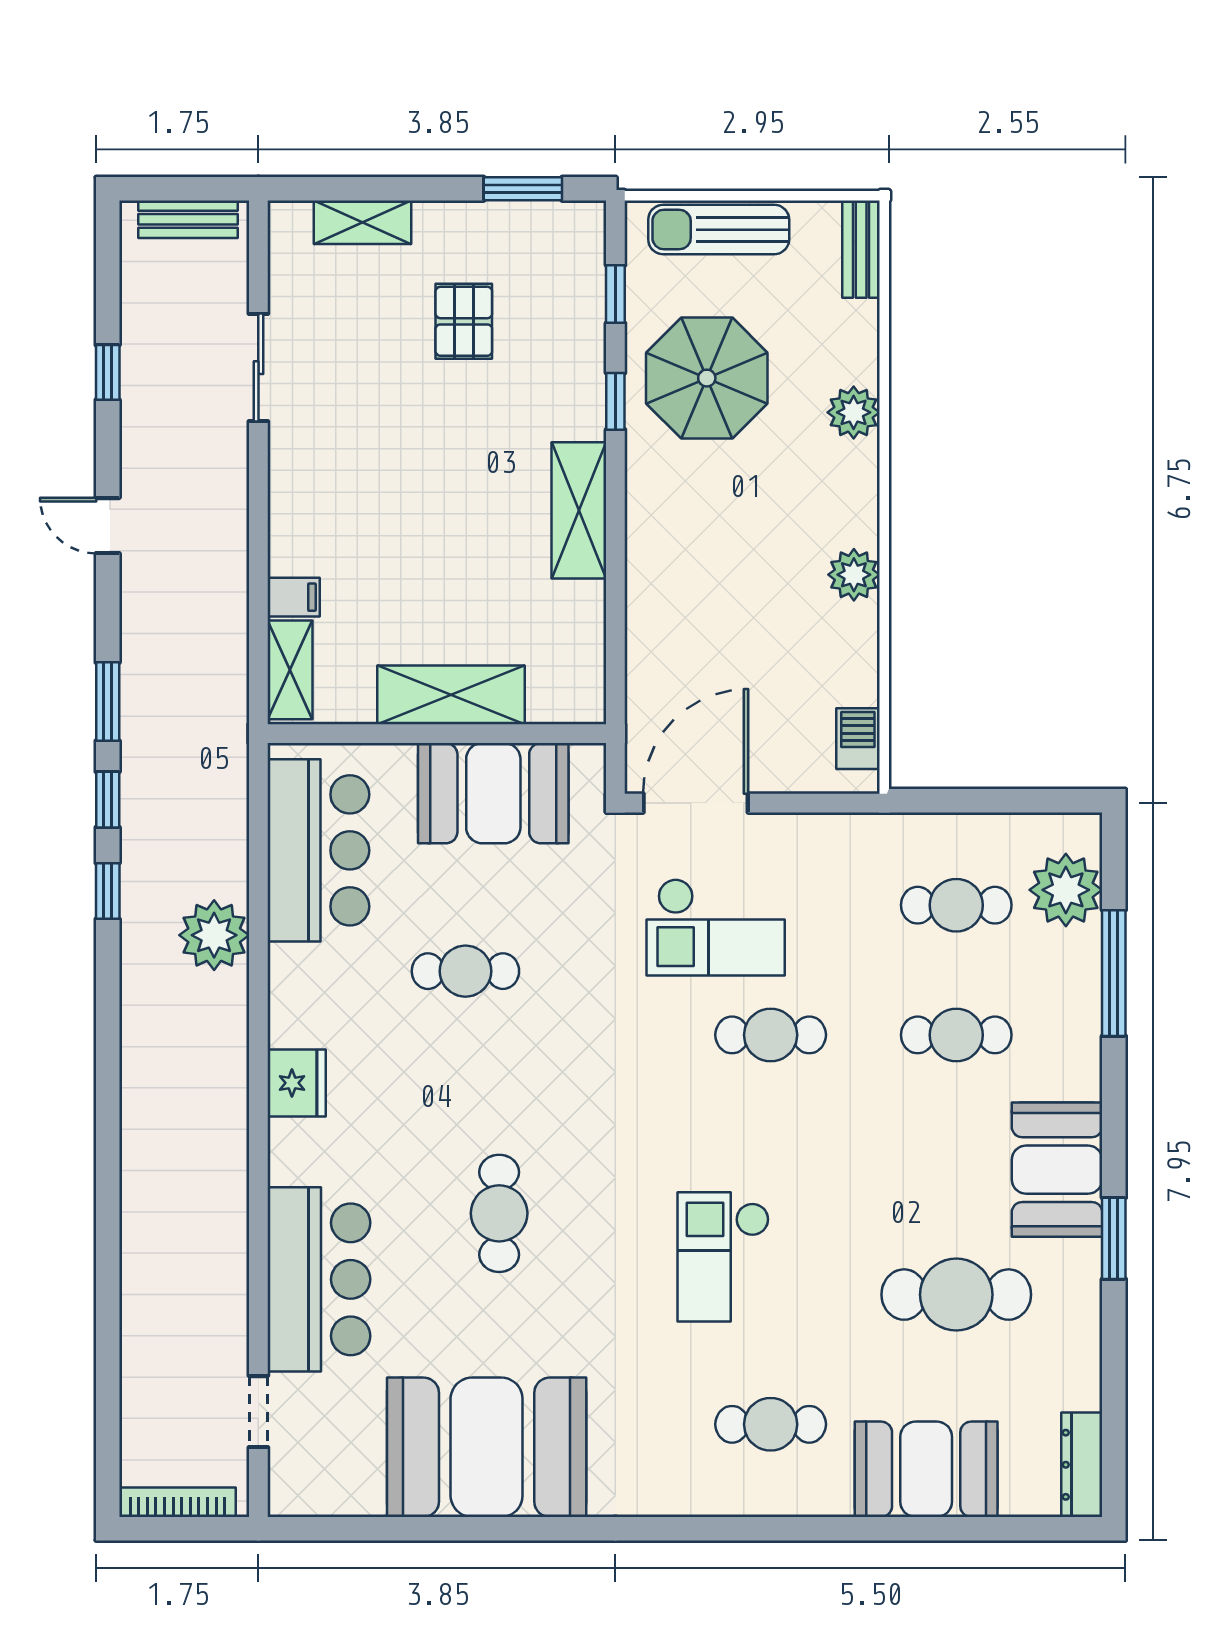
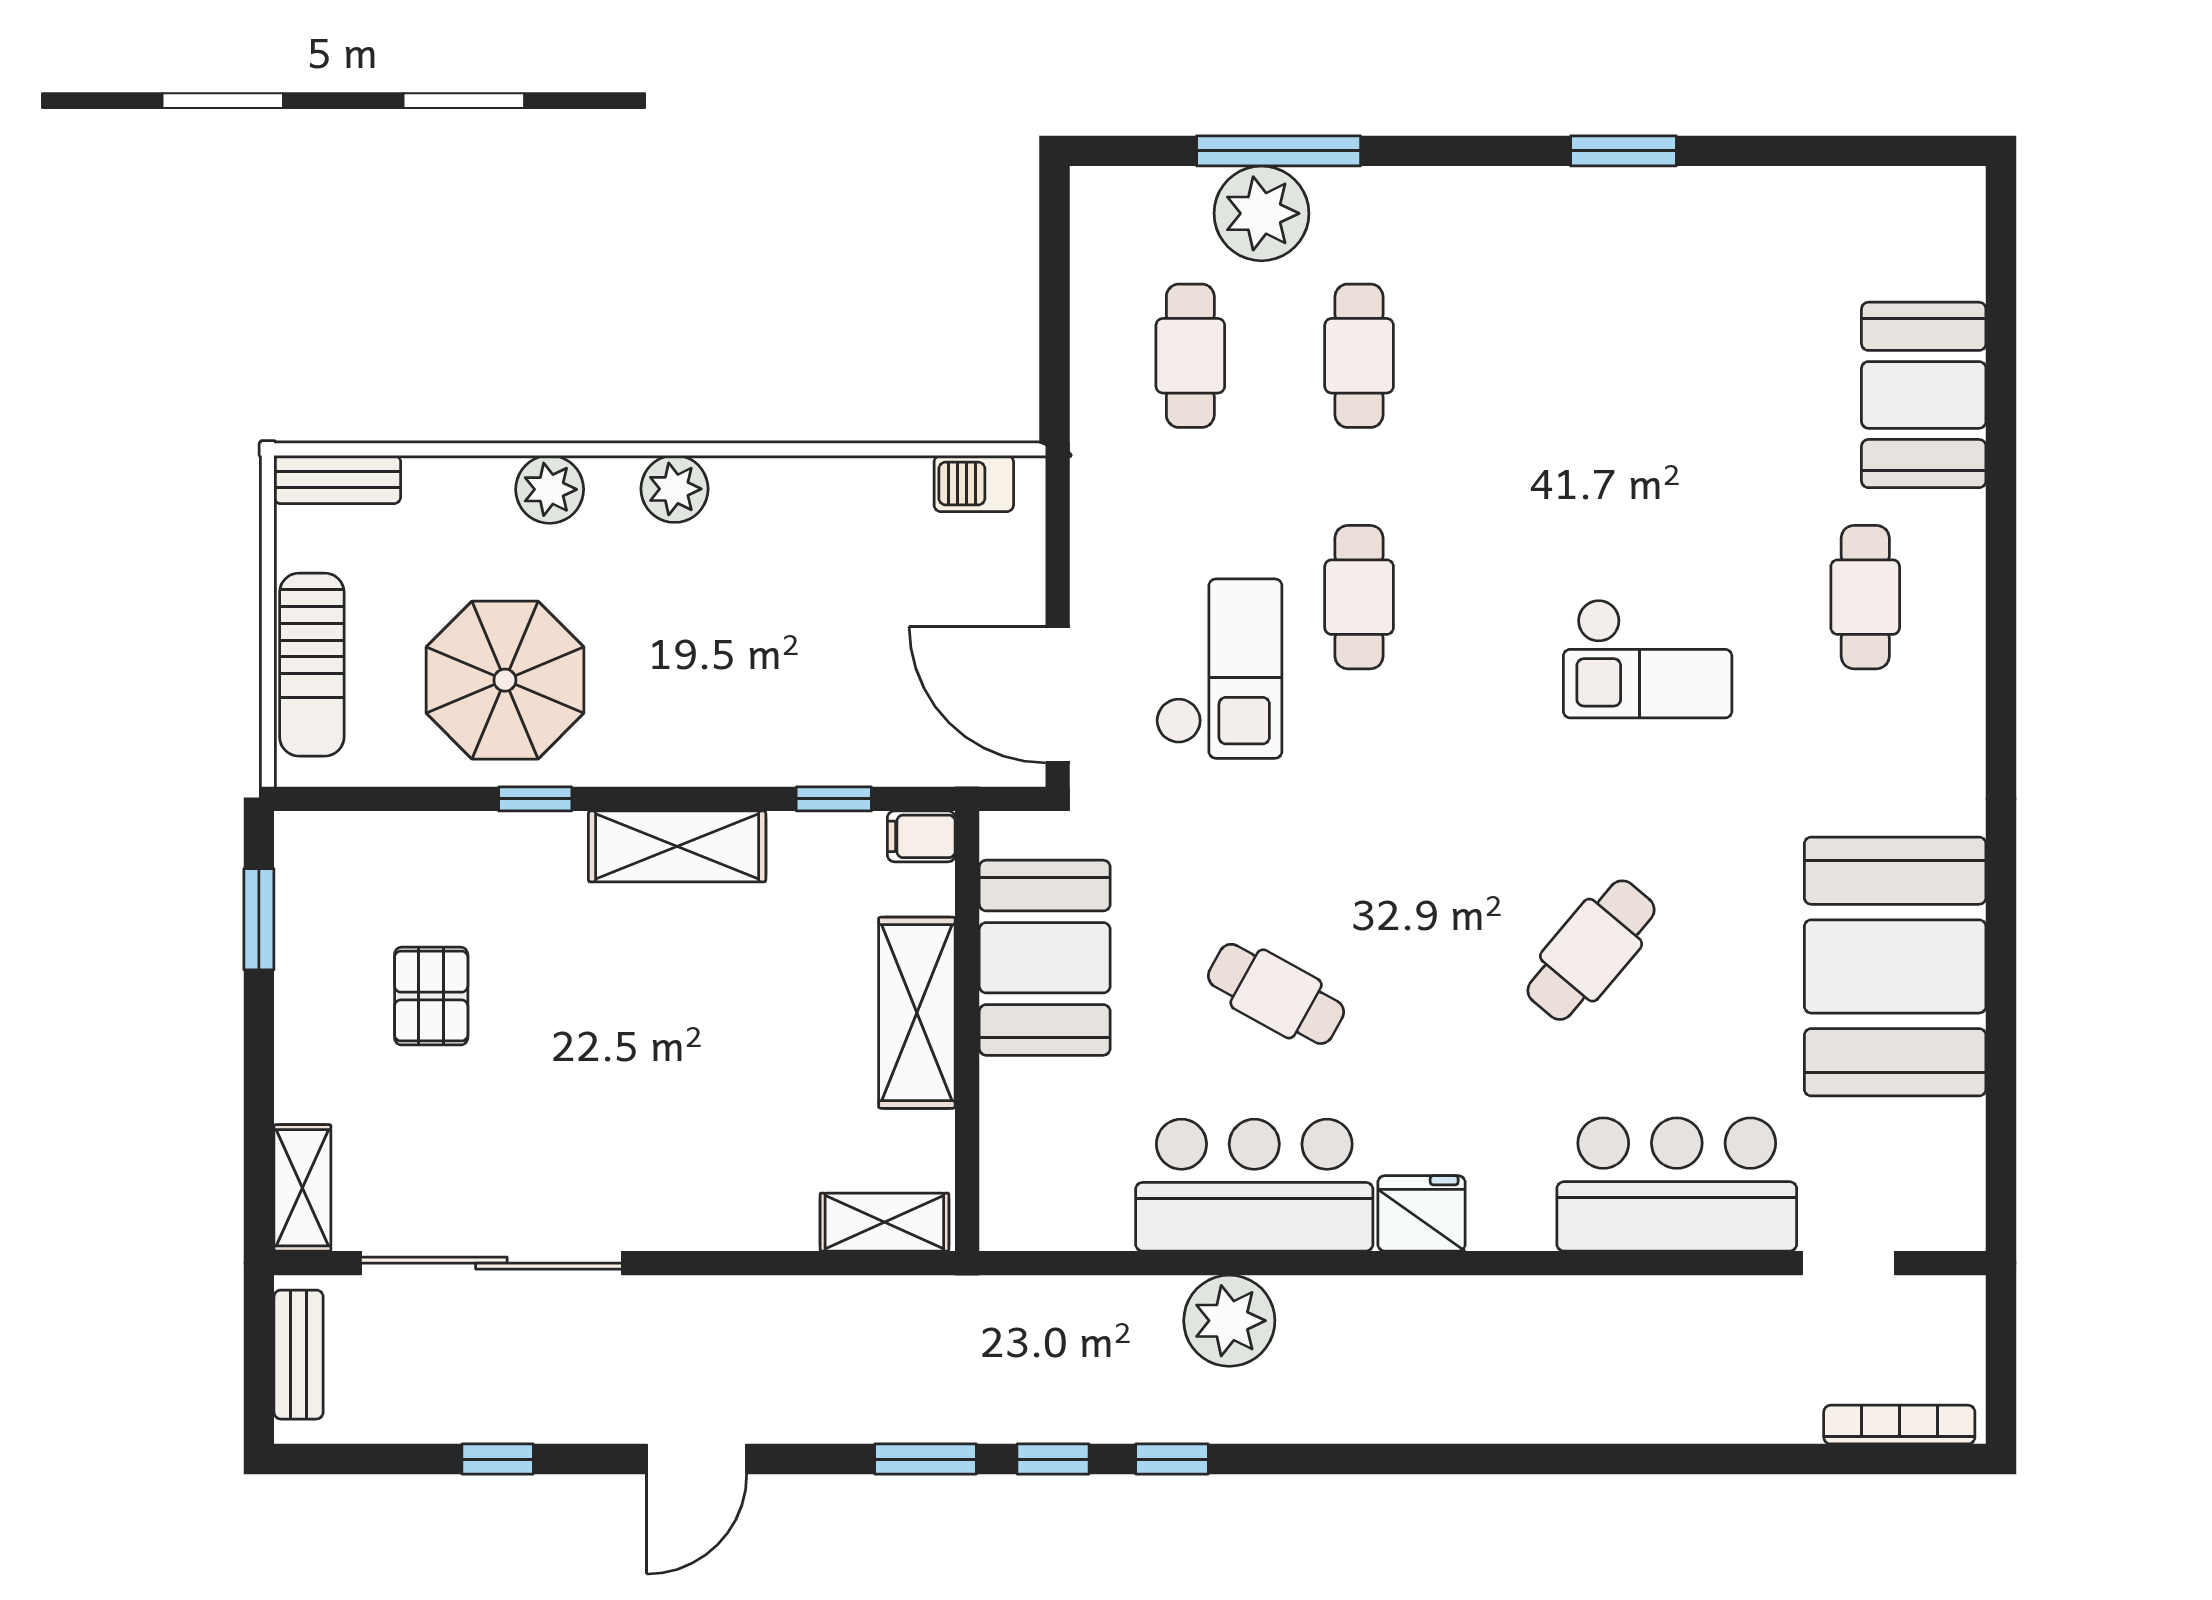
shelving: (362, 222) -> (302, 1188), moved
window: (615, 294) -> (834, 799), moved
pallet: (464, 321) -> (431, 996), turned 90
sliding door: (258, 368) -> (491, 1263), width x1.86
door: (108, 526) -> (697, 1459), width x1.38
plant: (854, 575) -> (675, 489), moved
filing cabinet: (294, 597) -> (921, 836), moved, turned -90
bar counter: (318, 850) -> (1254, 1185), moved
plant: (1066, 890) -> (1261, 213), moved
cafe table: (465, 971) -> (1276, 994), turned -61
booth: (1057, 1170) -> (1534, 225), removed
cafe table: (499, 1213) -> (1591, 950), turned -50
cafe table: (956, 1295) -> (1696, 356), removed
dresser: (1082, 1465) -> (1918, 193), removed
bookcase: (177, 1502) -> (1899, 1425), moved, turned 90

